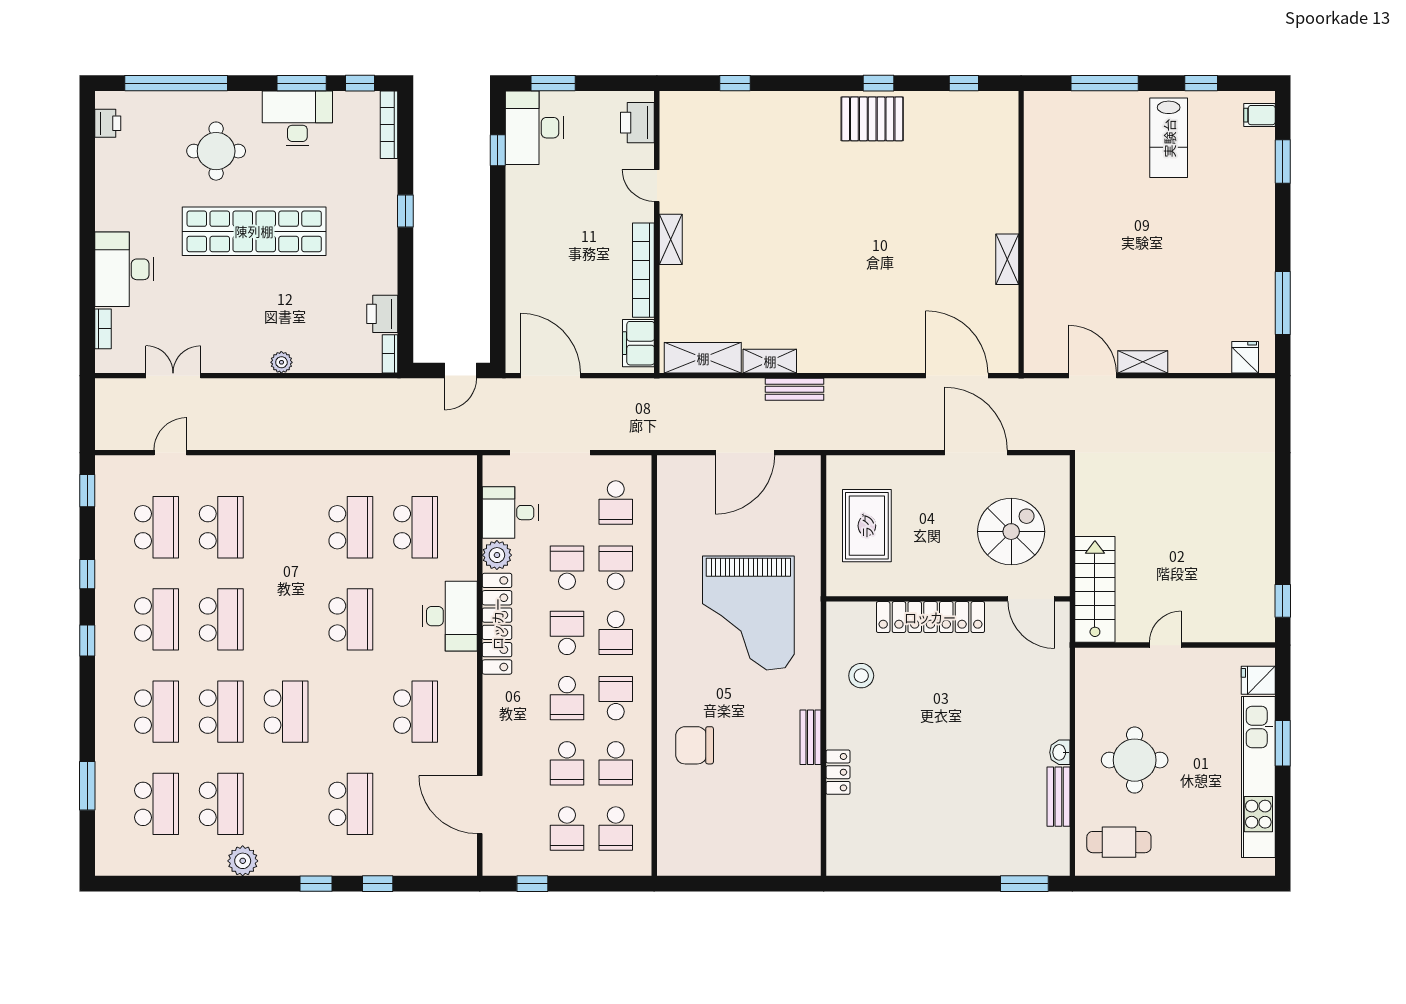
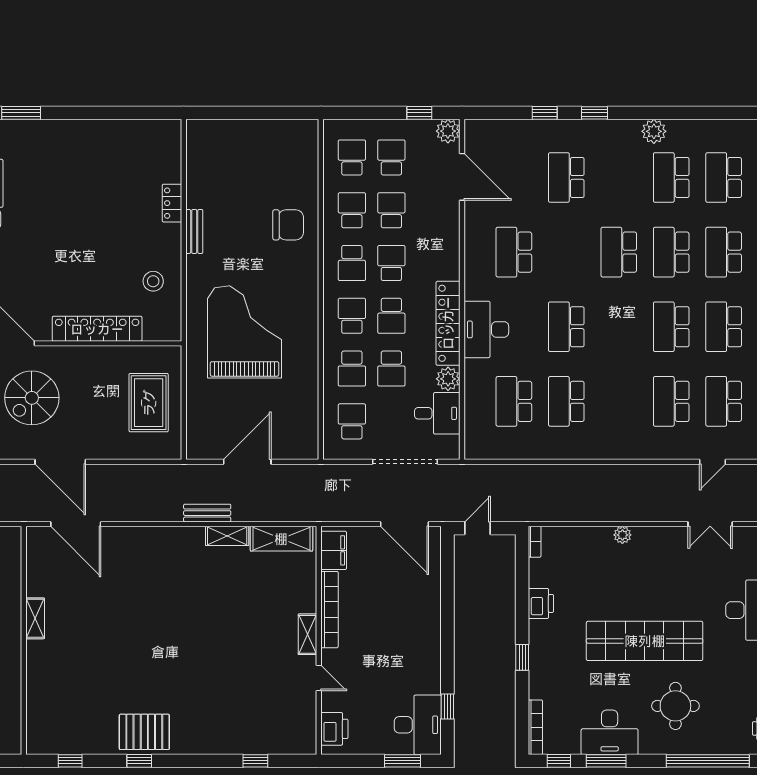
printer: (382, 314) -> (541, 603), moved
plant: (497, 861) -> (448, 131), added

